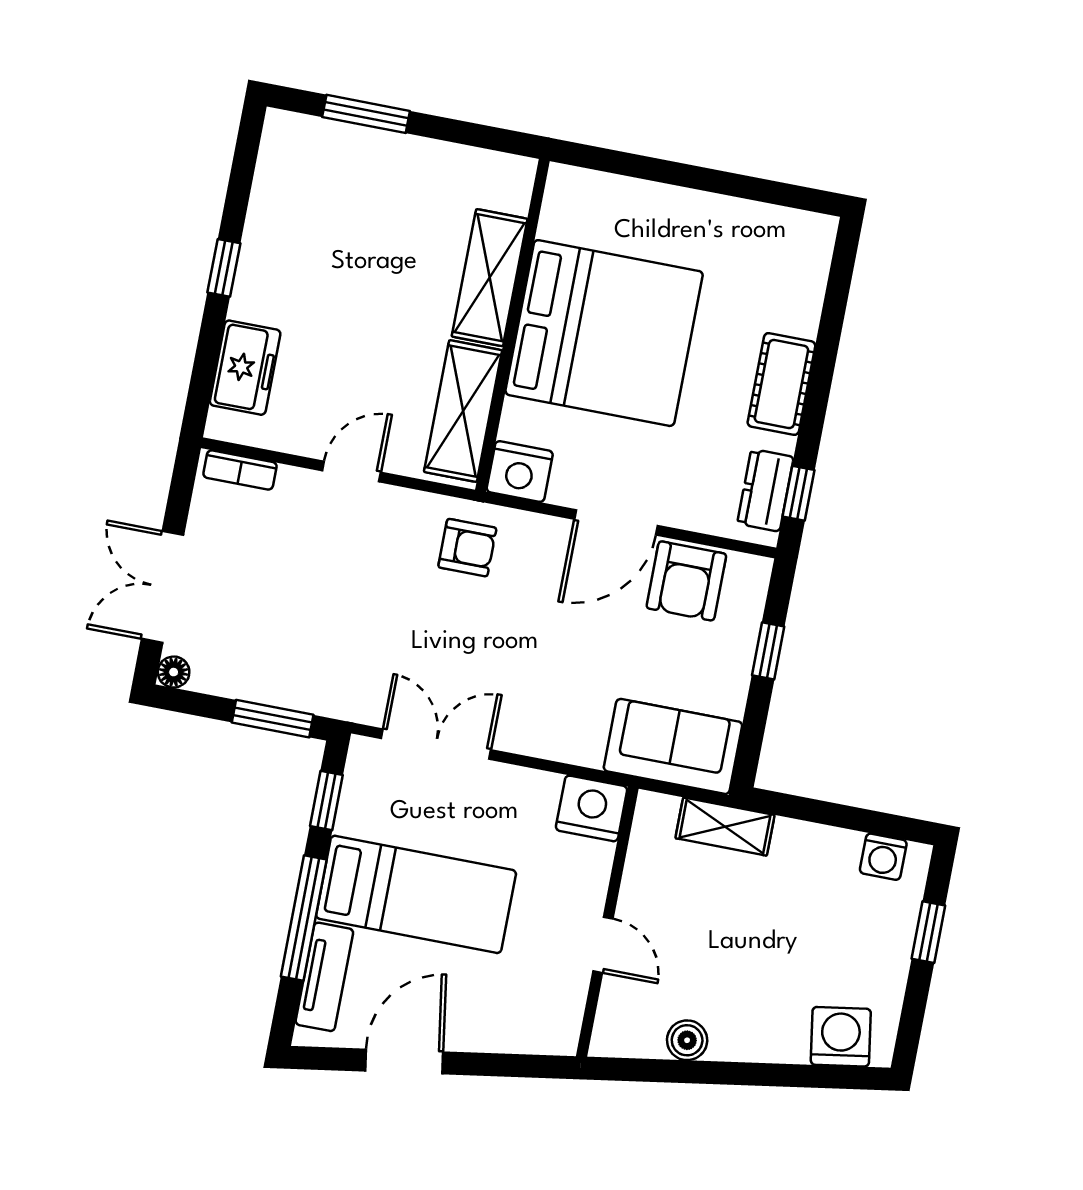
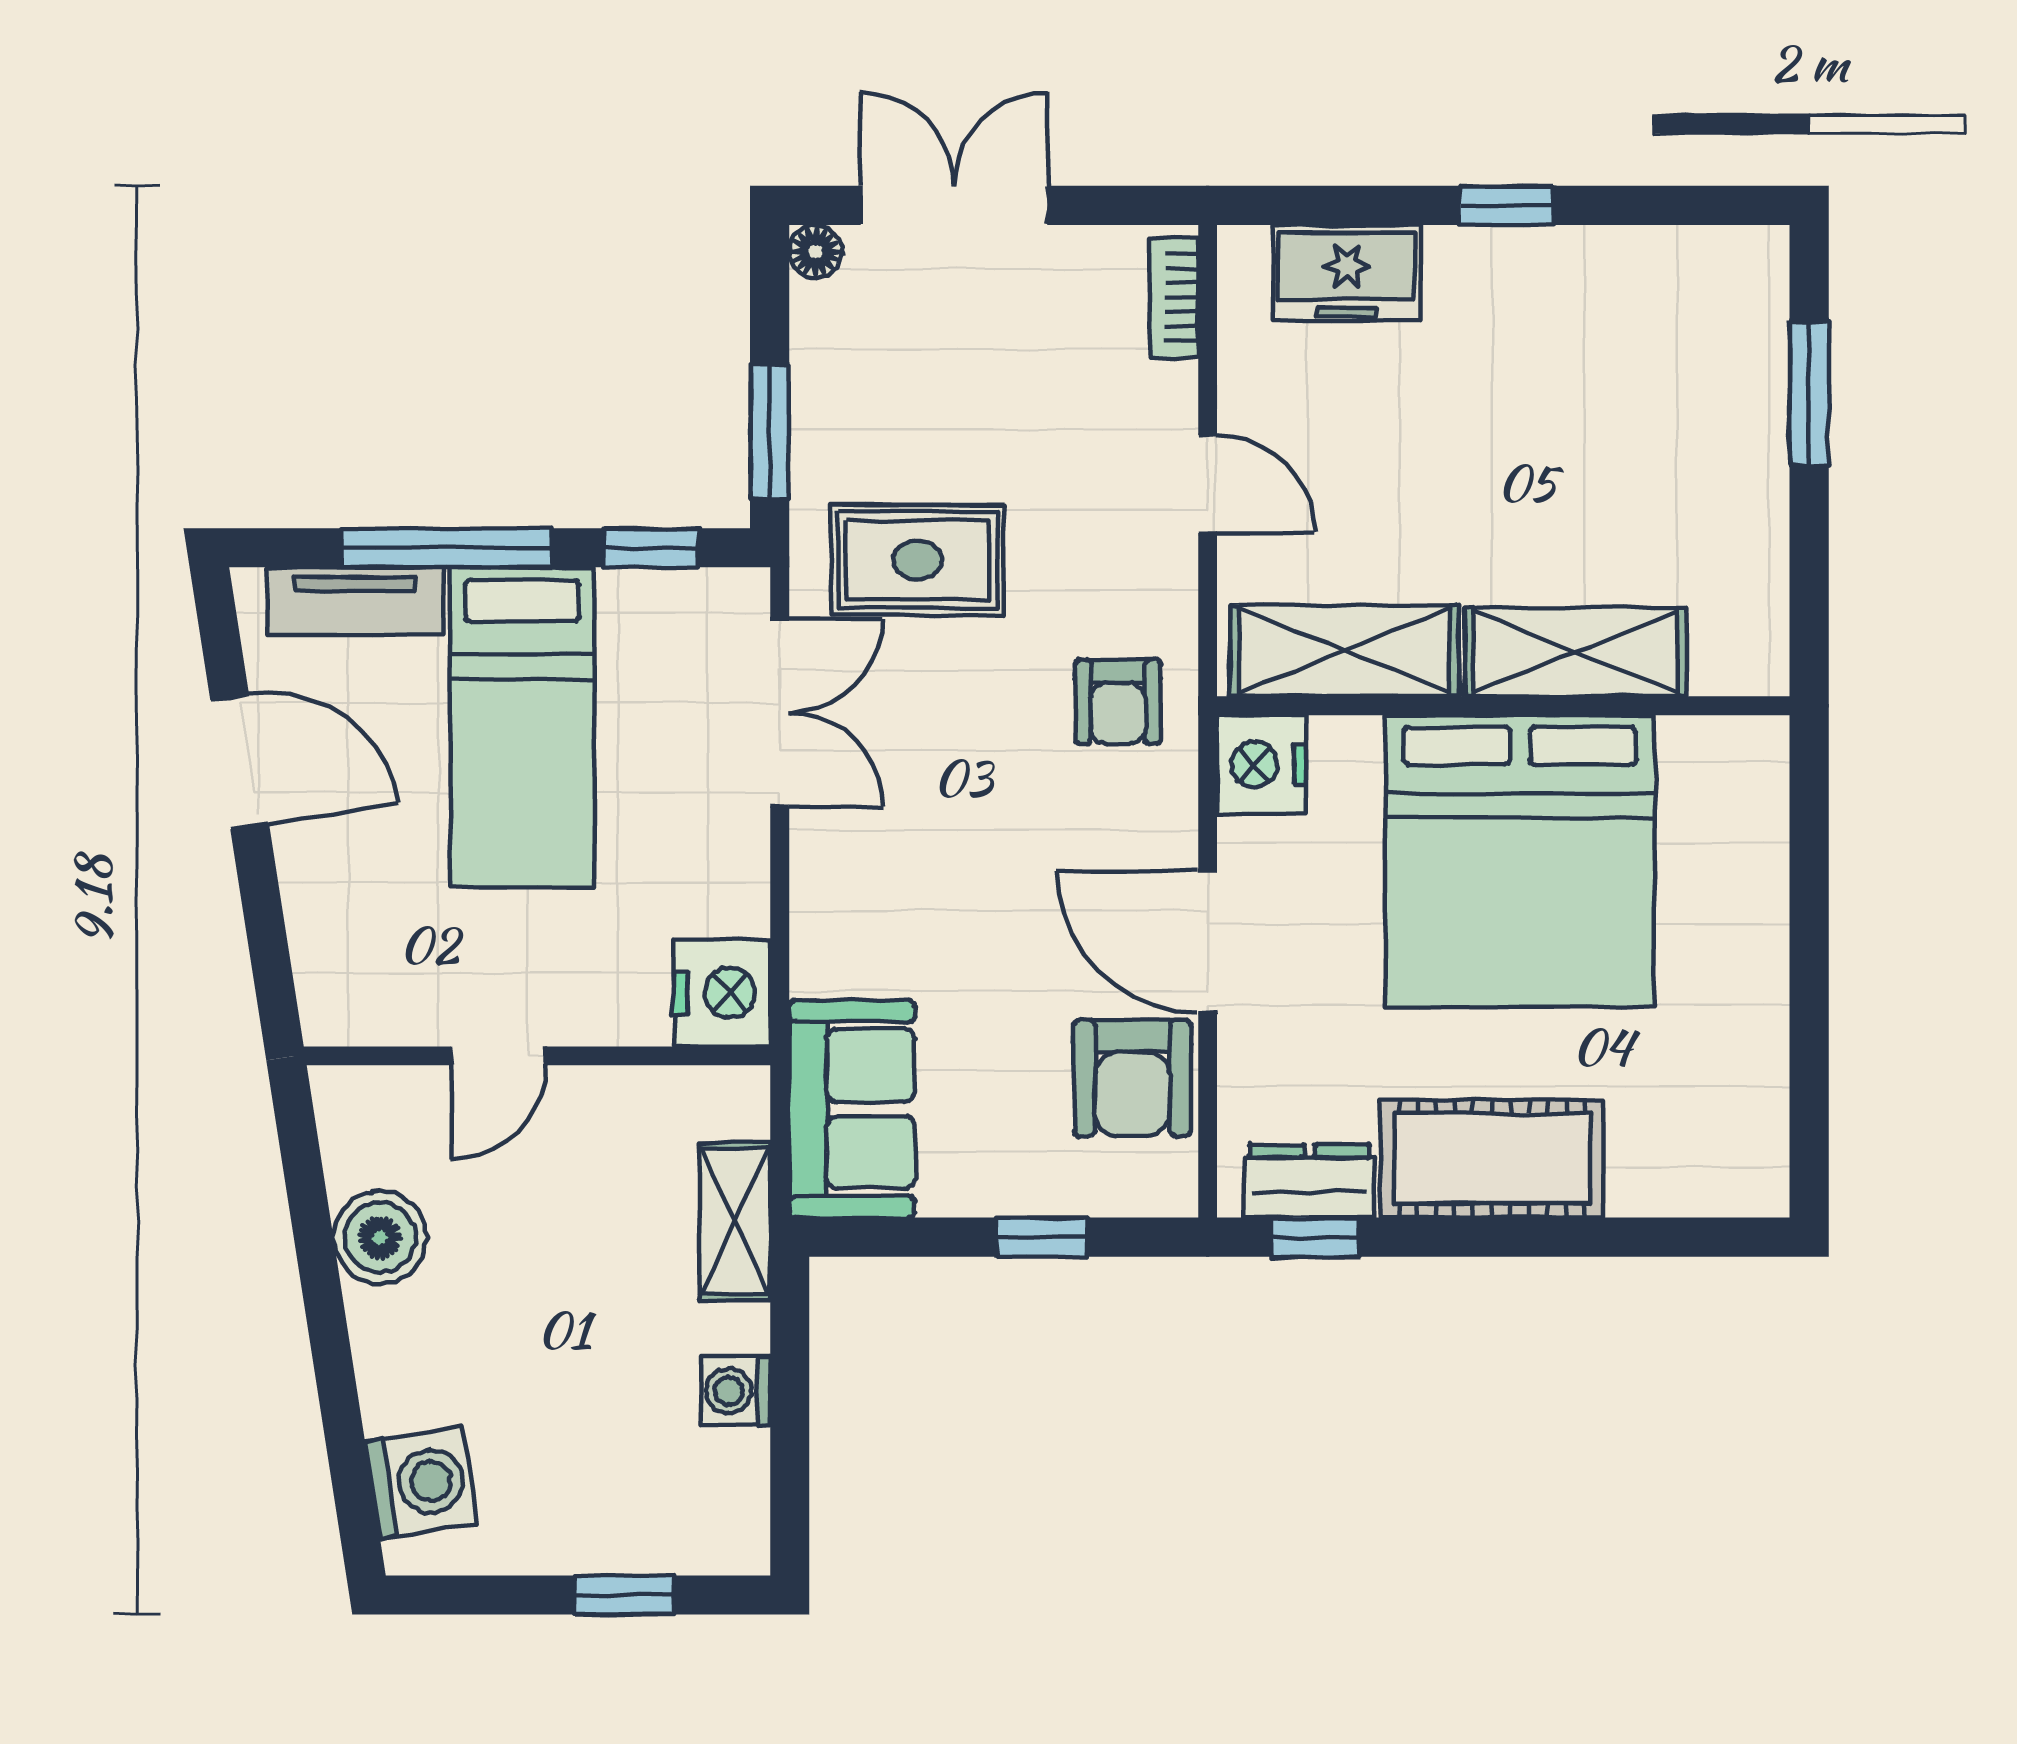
cot: (781, 384) -> (1492, 1159), width x1.37, depth x1.34
armchair: (686, 581) -> (1132, 1078), turned -90
rug: (363, 648) -> (917, 560), added
washing machine: (883, 857) -> (735, 1391), moved
boiler: (687, 1040) -> (380, 1237), width x1.36, depth x1.36

